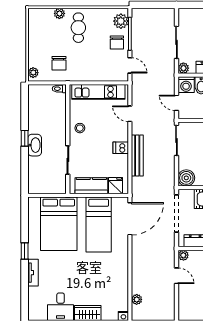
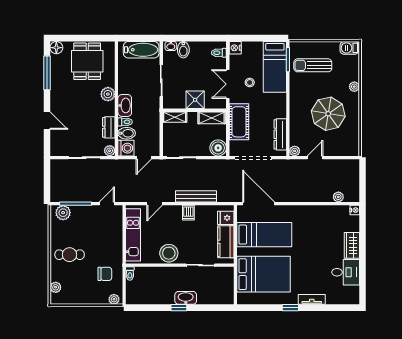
plant: (59, 13) -> (56, 287), moved
chair: (117, 43) -> (84, 217), removed
stool: (80, 128) -> (169, 253), width x1.89, depth x1.89

